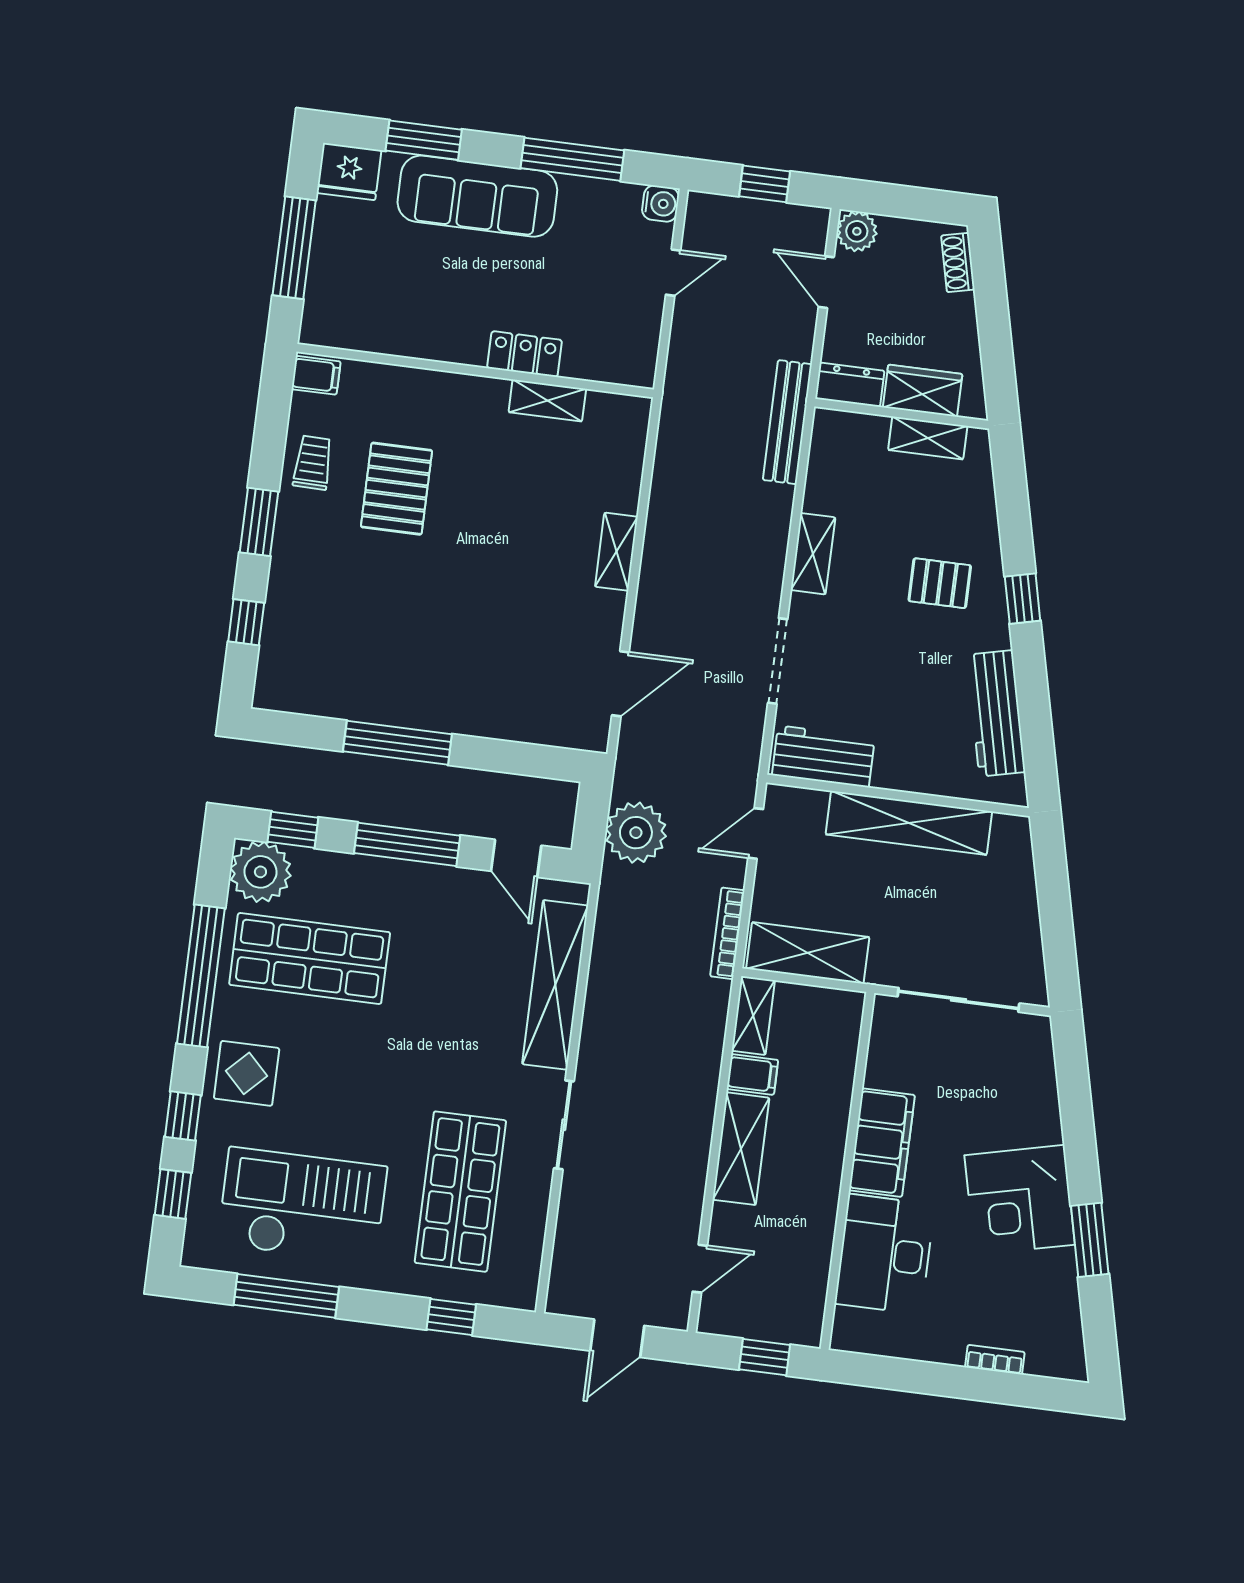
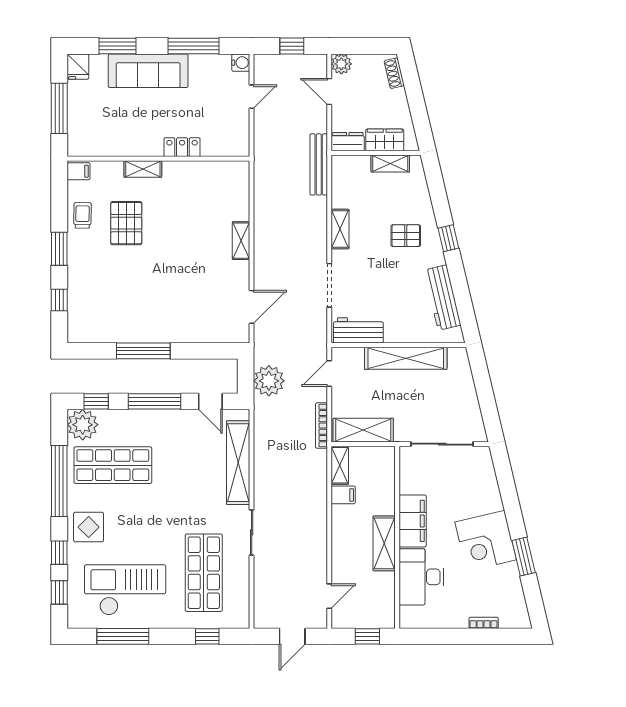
fridge: (349, 172) -> (78, 67), width x0.72
shelving: (547, 401) -> (143, 169), moved
shelving: (741, 1149) -> (384, 543), moved

